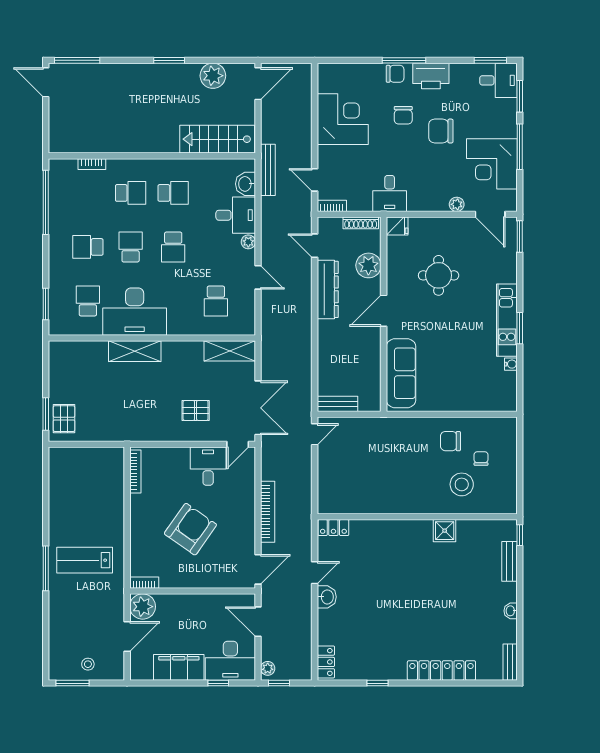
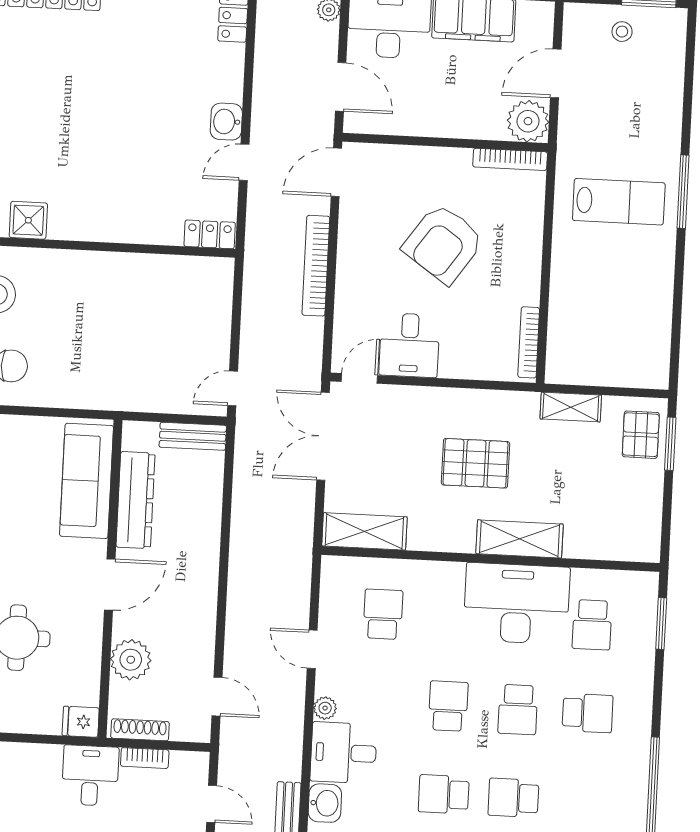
bookcase: (332, 206) -> (145, 758), moved
dresser: (328, 289) -> (136, 500), moved, turned 180
pallet: (196, 410) -> (475, 463), moved, width x1.50, depth x1.42
shelving: (108, 433) -> (571, 407), added
bookcase: (144, 583) -> (510, 159), width x1.56

